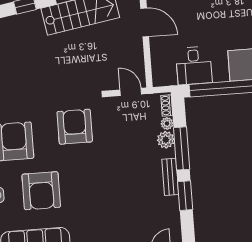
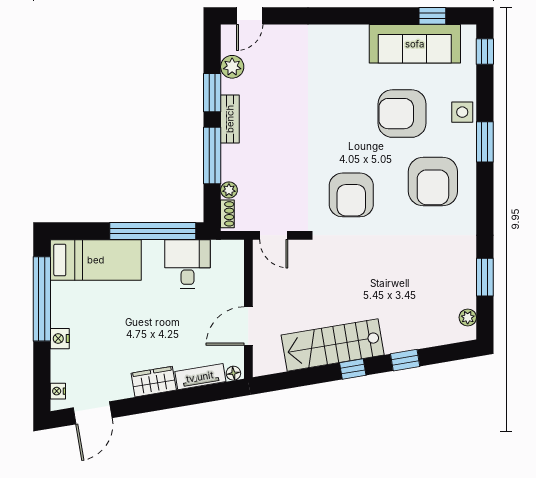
door: (145, 22) -> (248, 326), hinge flipped
plant: (166, 140) -> (232, 67), moved
armchair: (41, 191) -> (402, 114), turned -90

